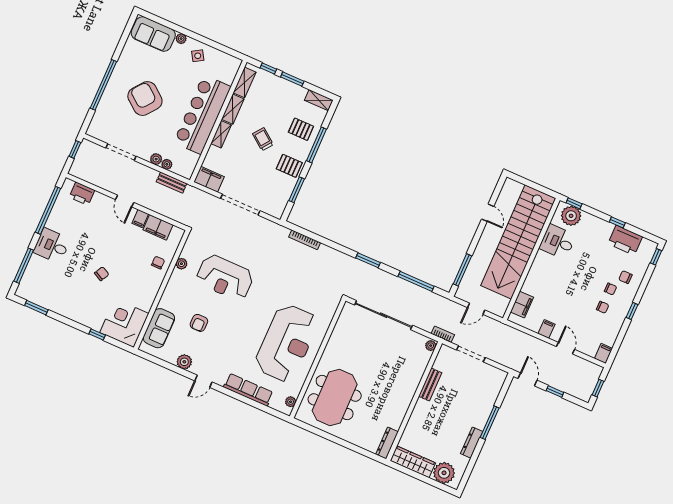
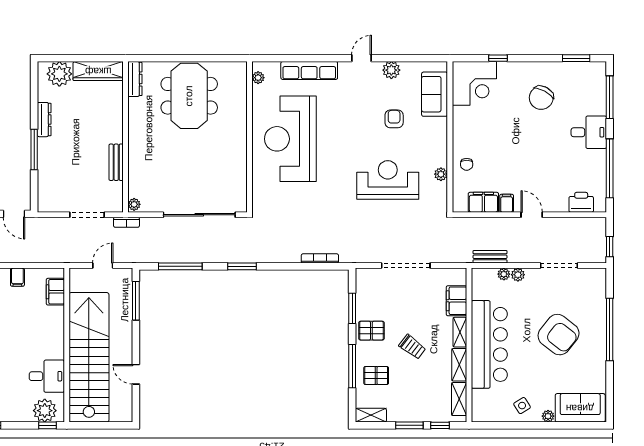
filing cabinet: (209, 179) -> (456, 301), moved, turned 90
chair: (102, 274) -> (541, 98), moved, width x1.87, depth x1.87
meeting table: (335, 397) -> (189, 96), moved

